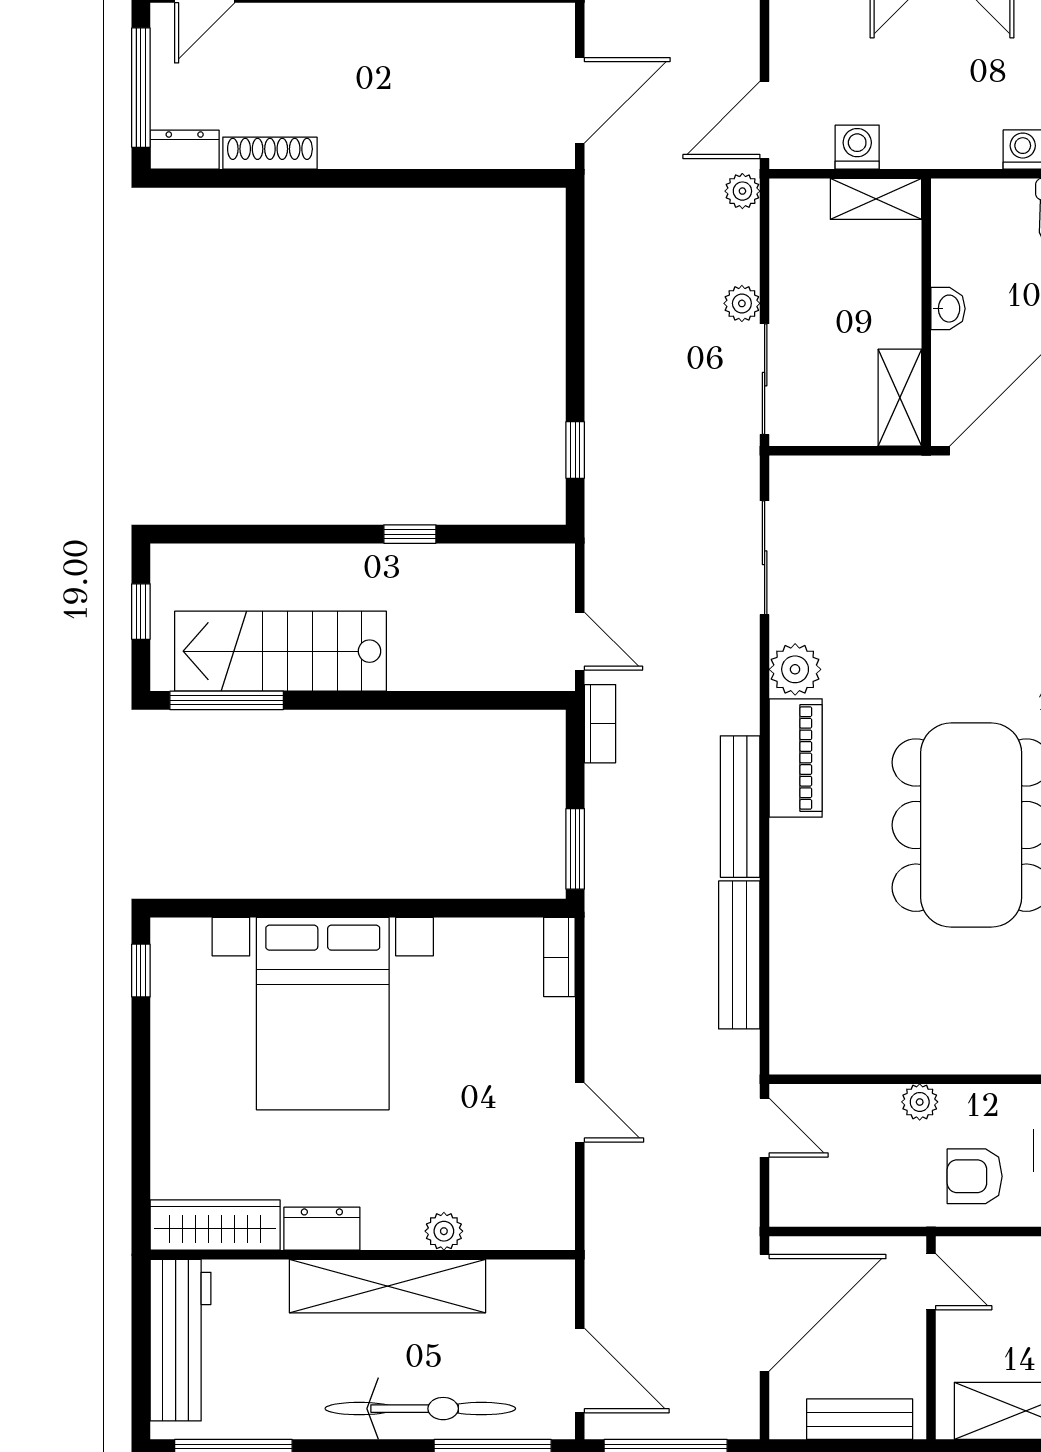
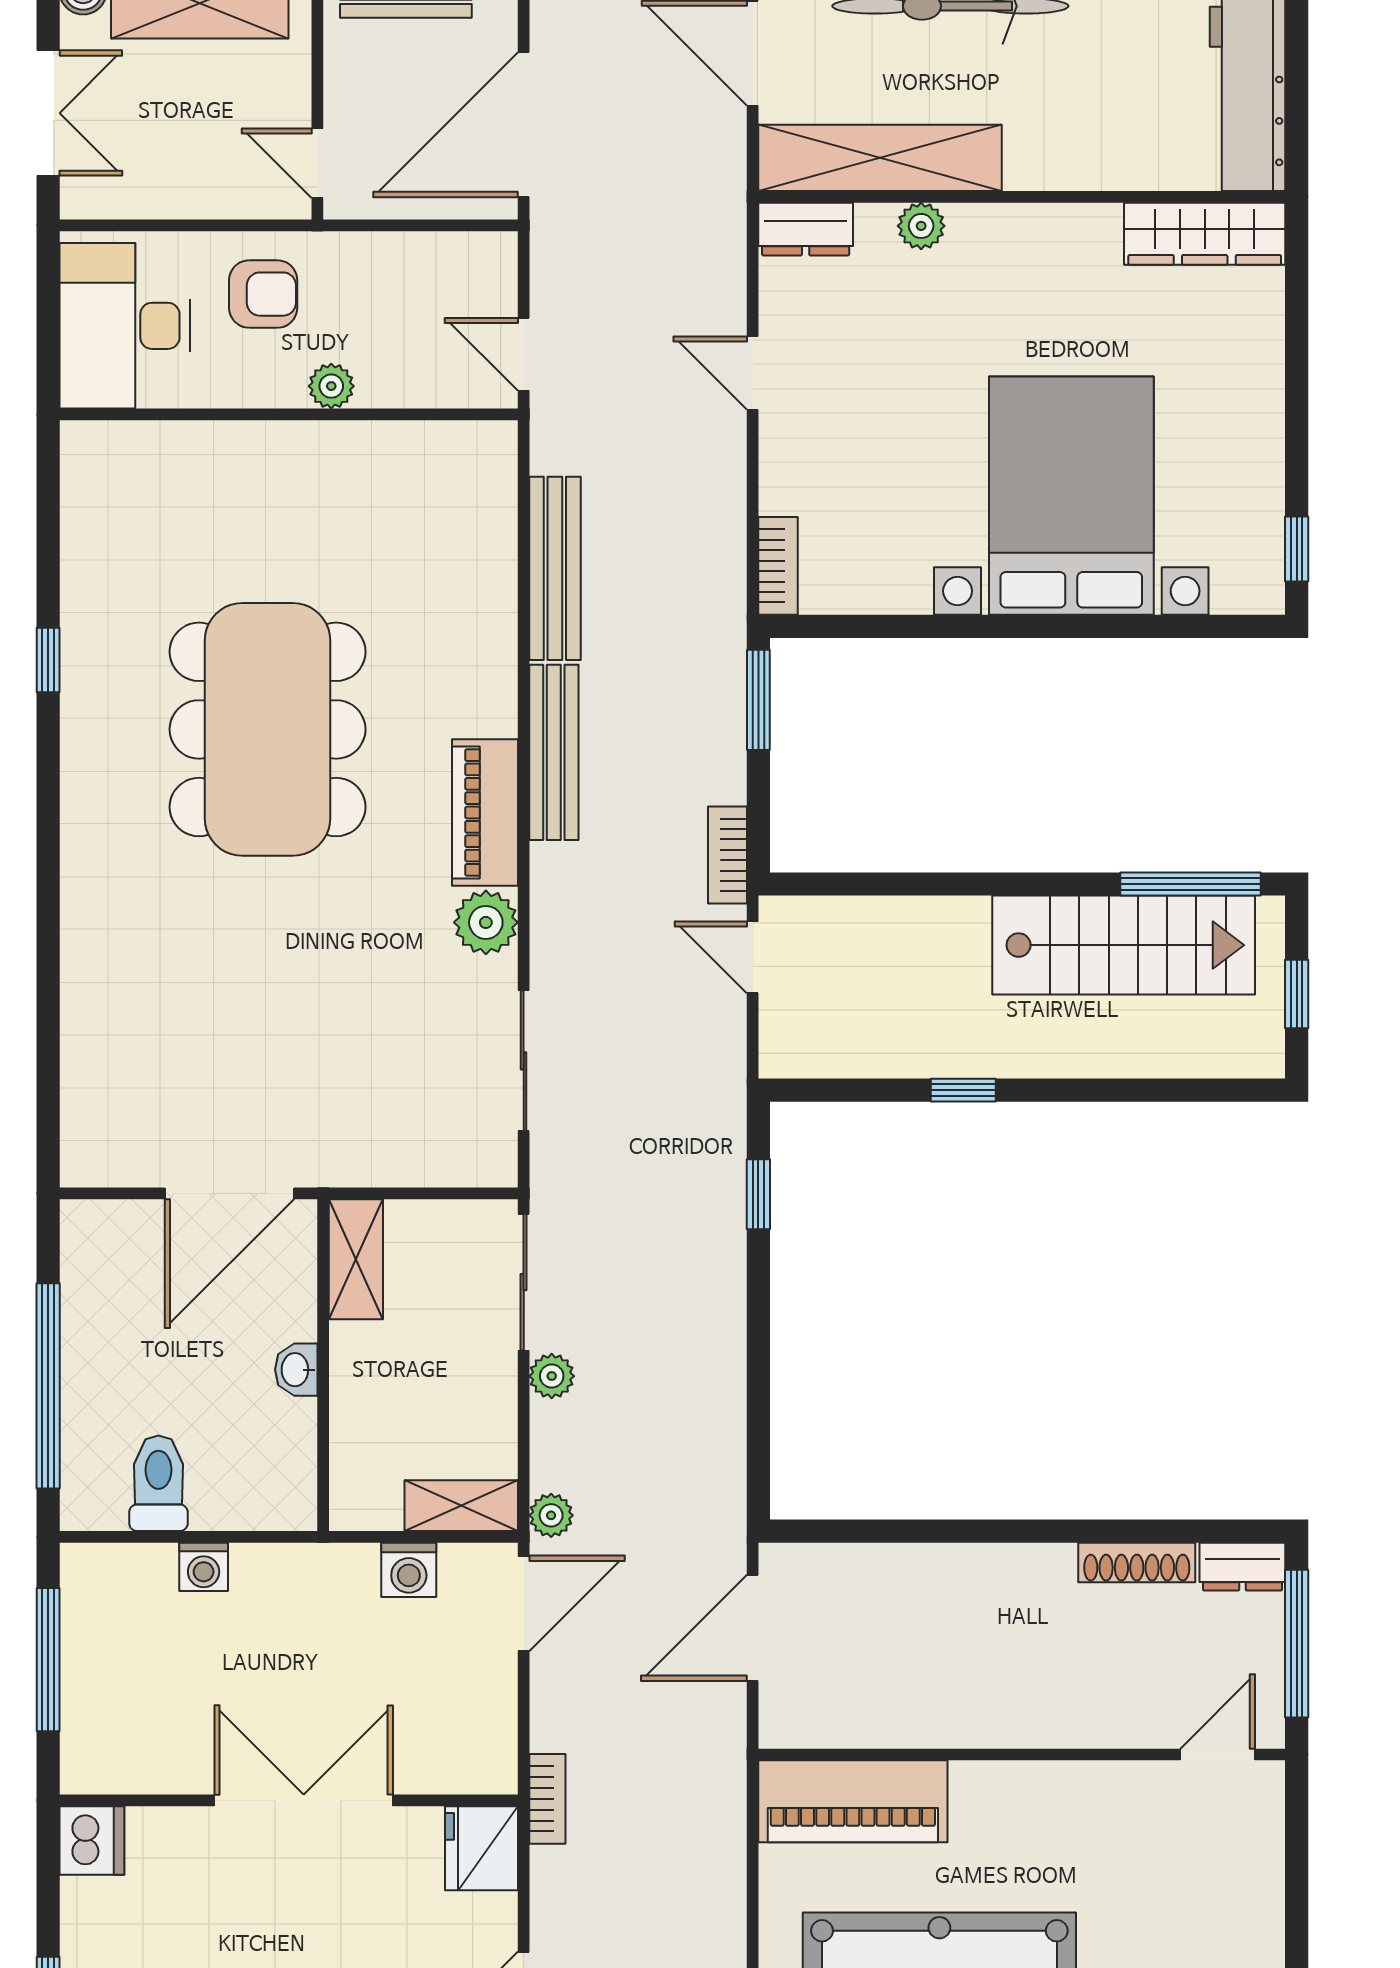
shelving: (876, 199) -> (461, 1506), moved
dresser: (322, 1229) -> (806, 229), moved
shelving: (387, 1286) -> (880, 158), moved

